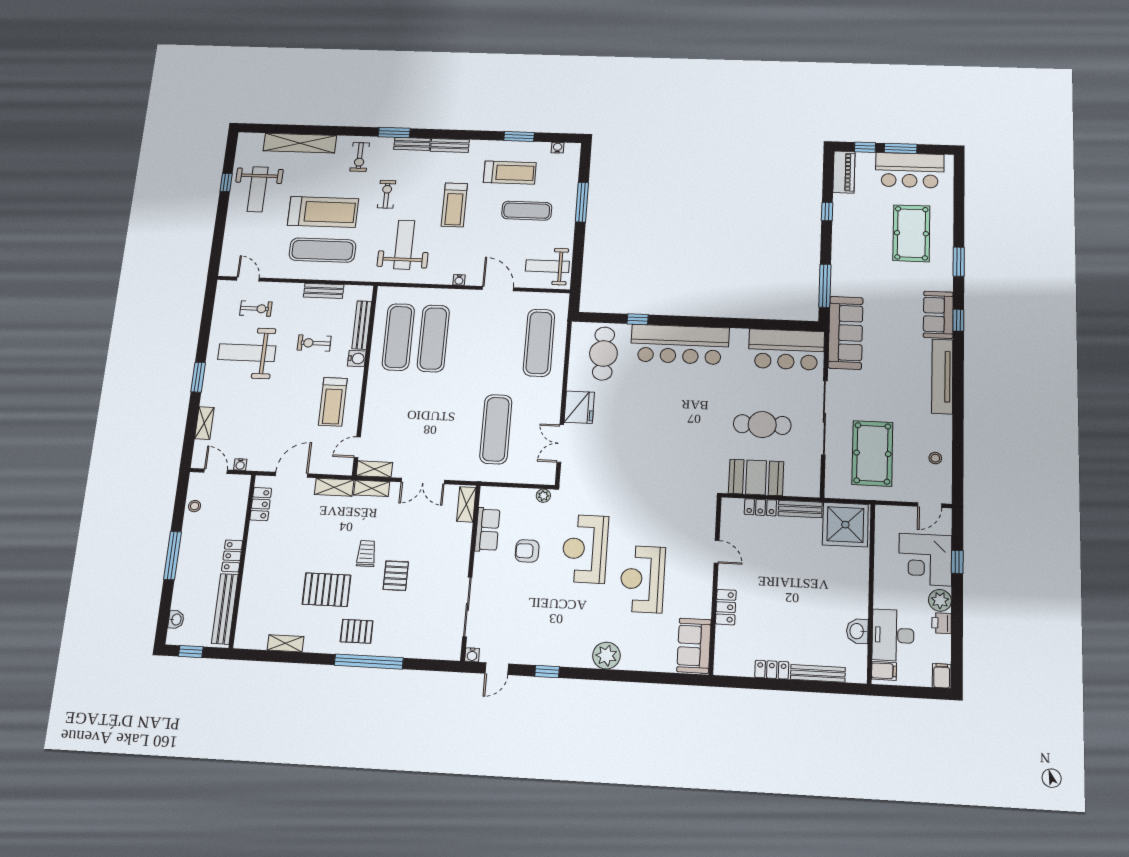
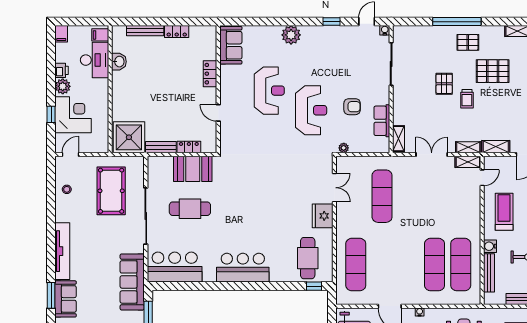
window: (638, 319) -> (314, 286), moved
window: (958, 320) -> (51, 295), width x1.50
bar counter: (680, 344) -> (243, 268), width x0.73

